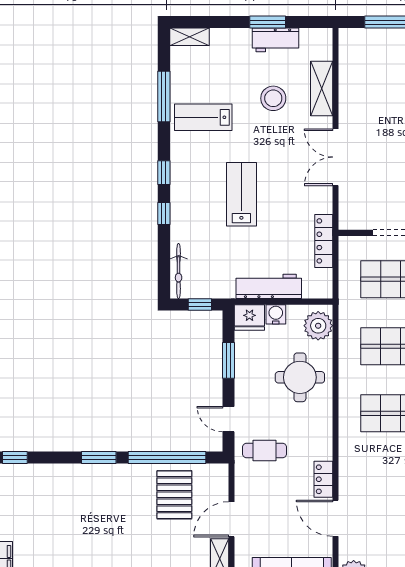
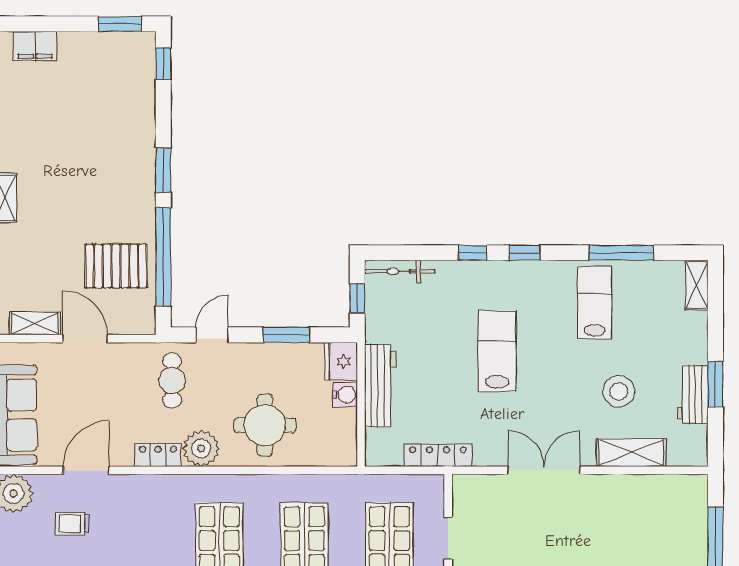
lab bench: (241, 194) -> (497, 351), turned -90
plant: (318, 326) -> (201, 448), moved
locker: (323, 479) -> (158, 455), moved
trolley: (378, 529) -> (72, 524), added

